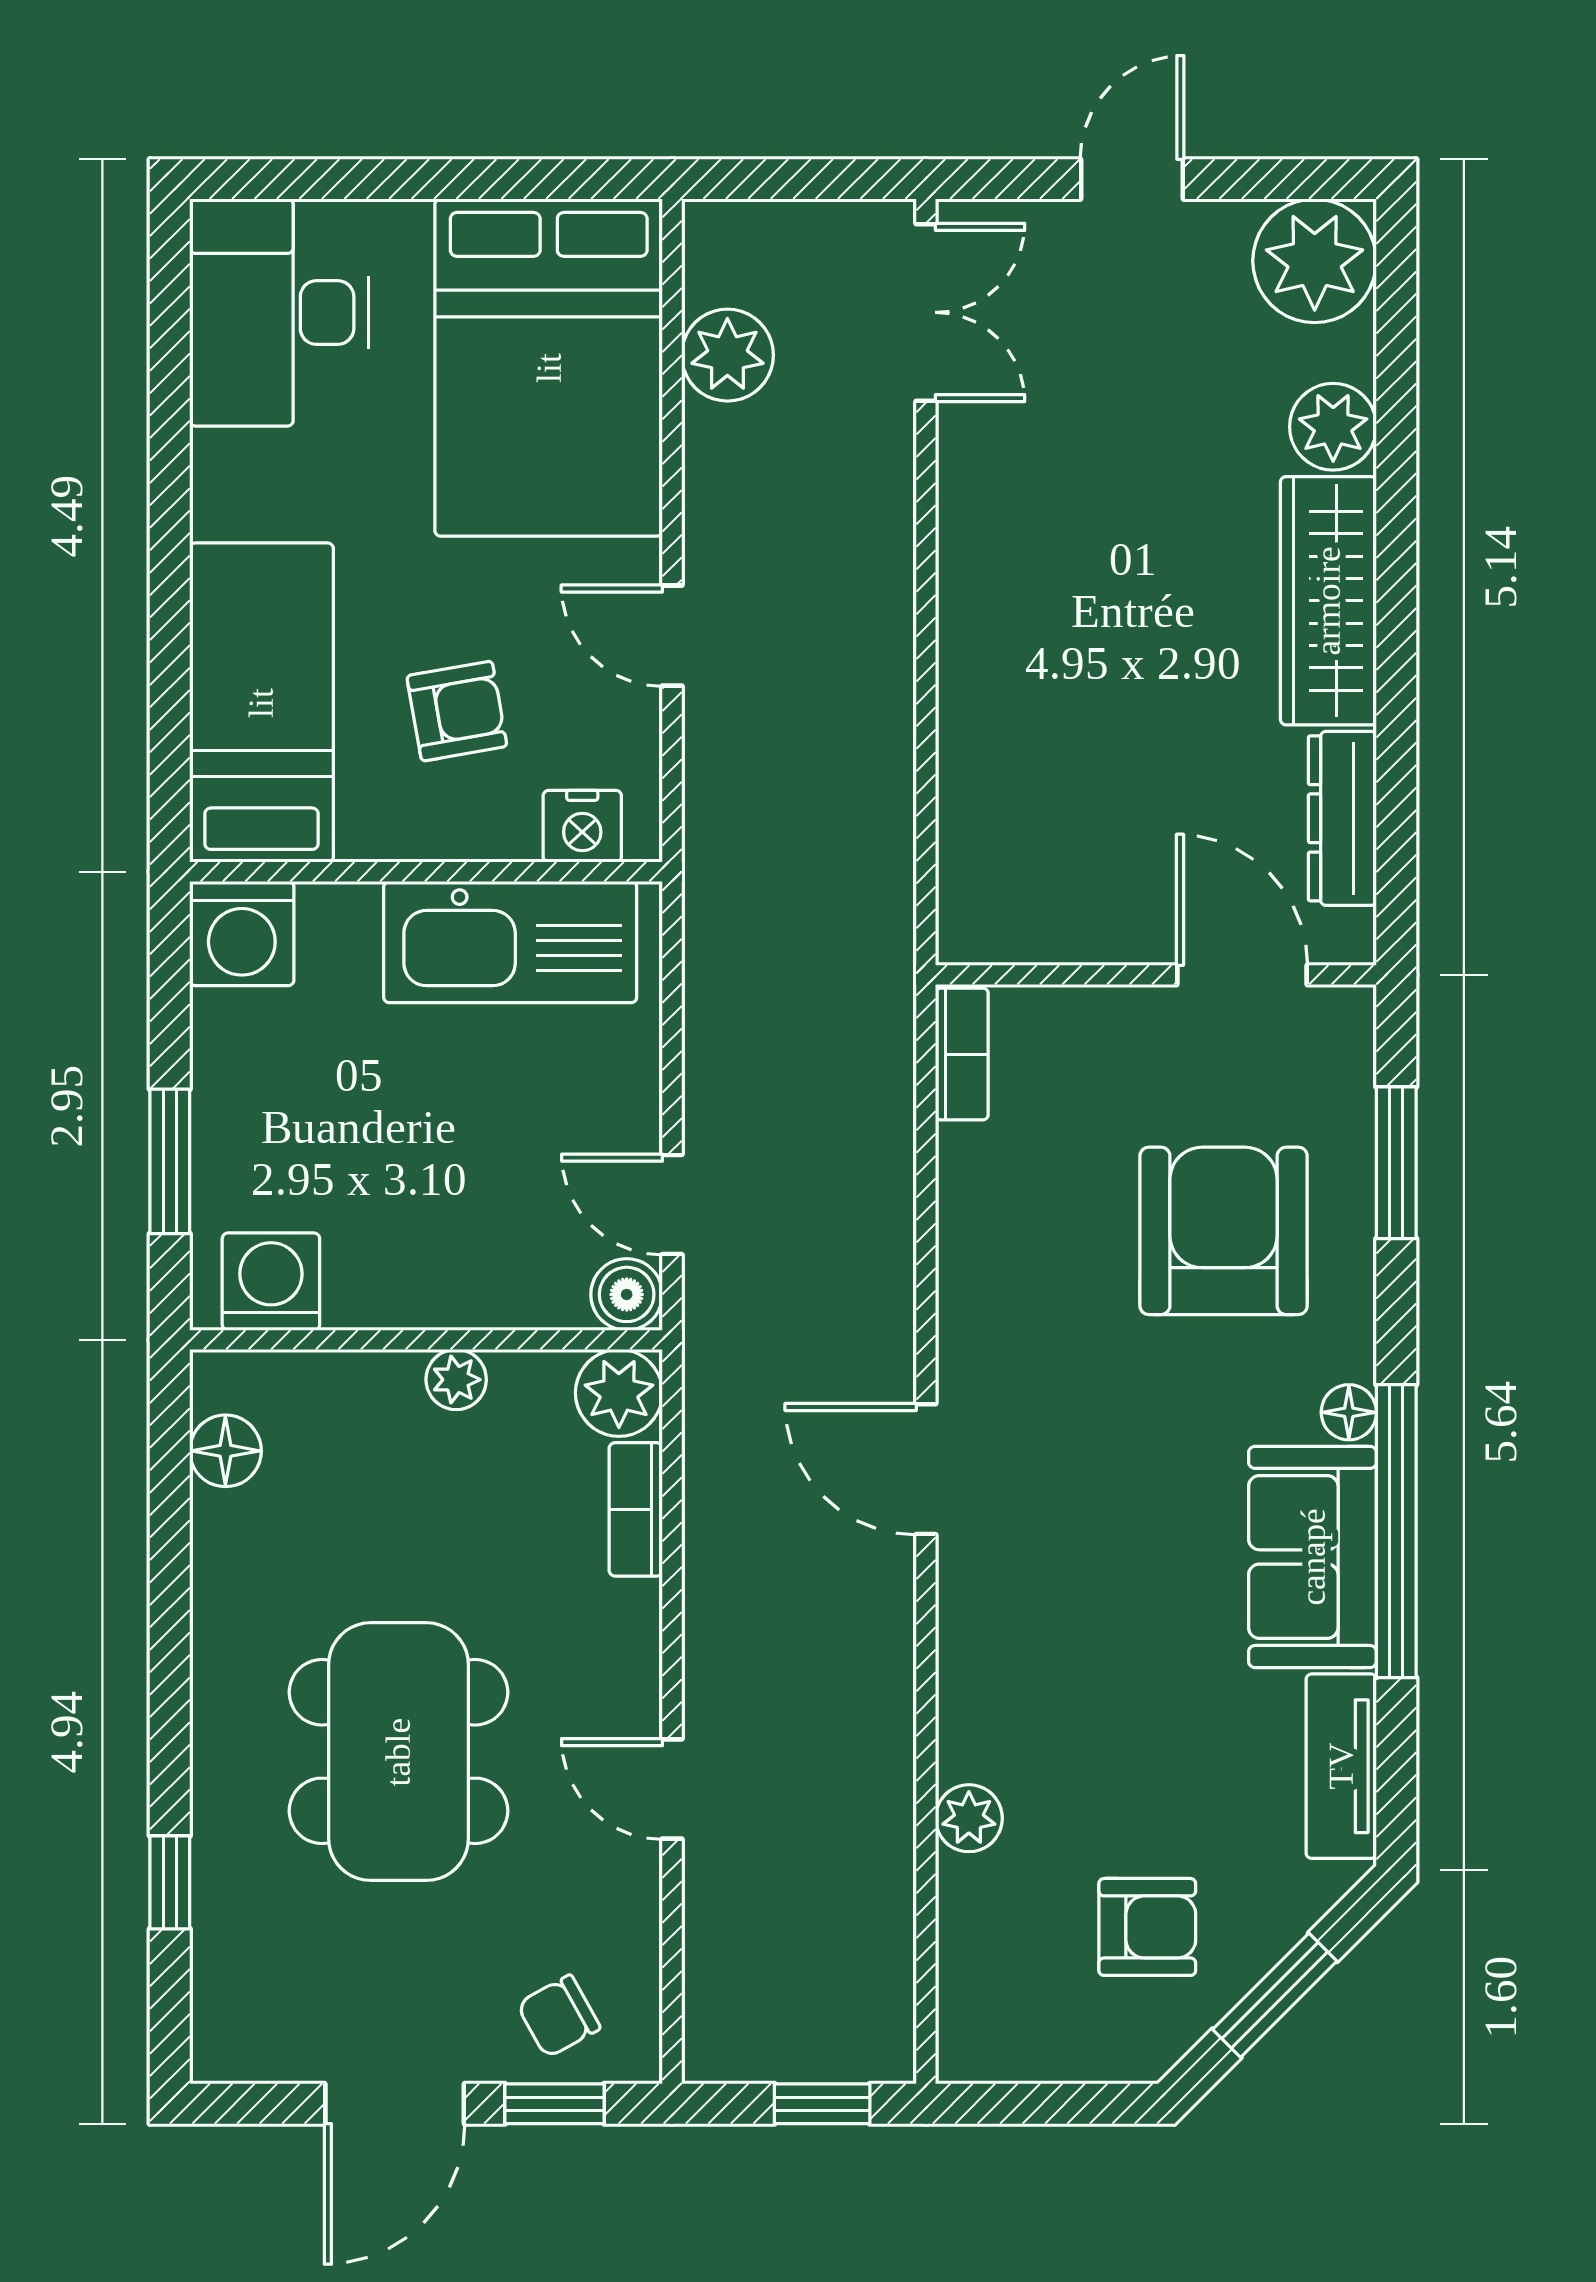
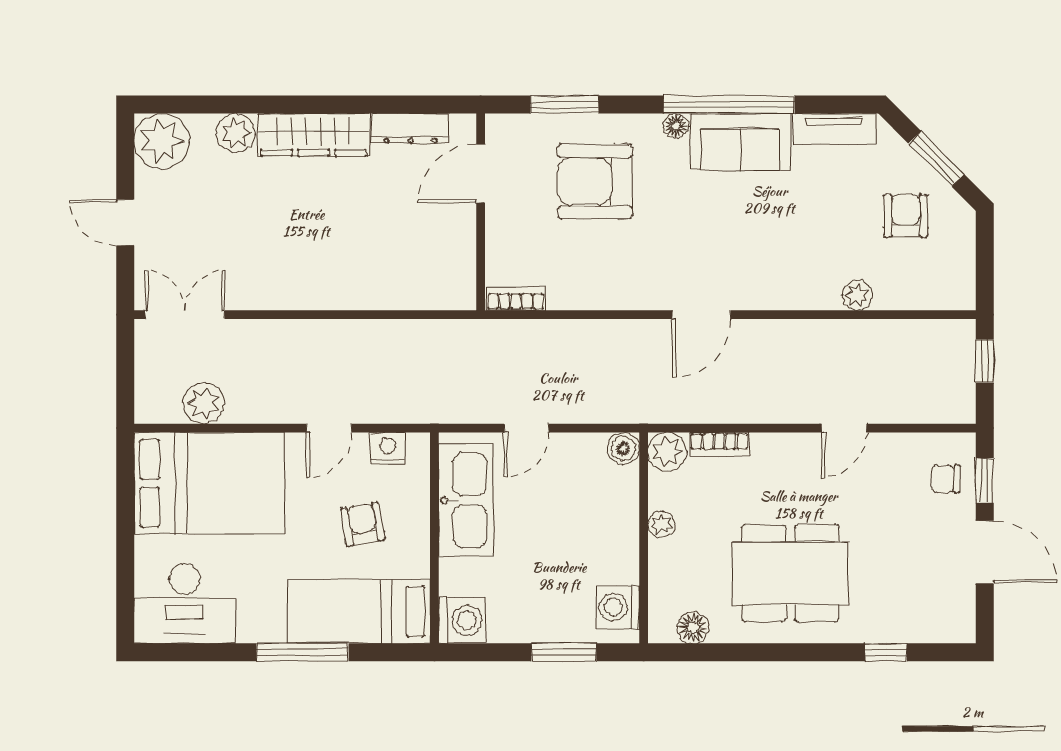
window: (170, 576) -> (302, 652), added
nightstand: (582, 826) -> (388, 448), moved, turned -90
door: (672, 1204) -> (526, 428), moved
dining table: (398, 1752) -> (790, 573), moved
chair: (559, 2016) -> (946, 479), turned 119

